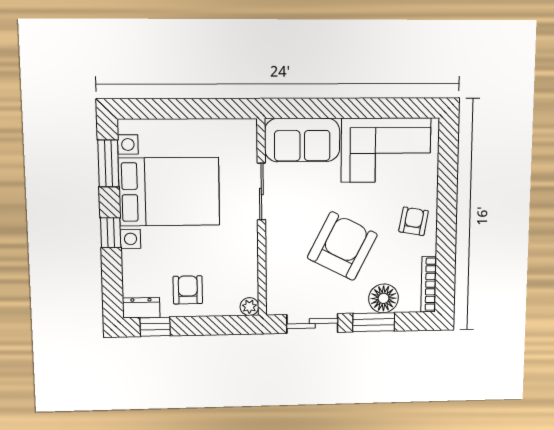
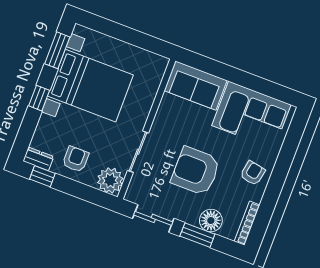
sliding door: (261, 191) -> (138, 152), moved
armchair: (342, 246) -> (196, 171), turned -117
plant: (249, 307) -> (110, 180), width x1.88, depth x1.88

